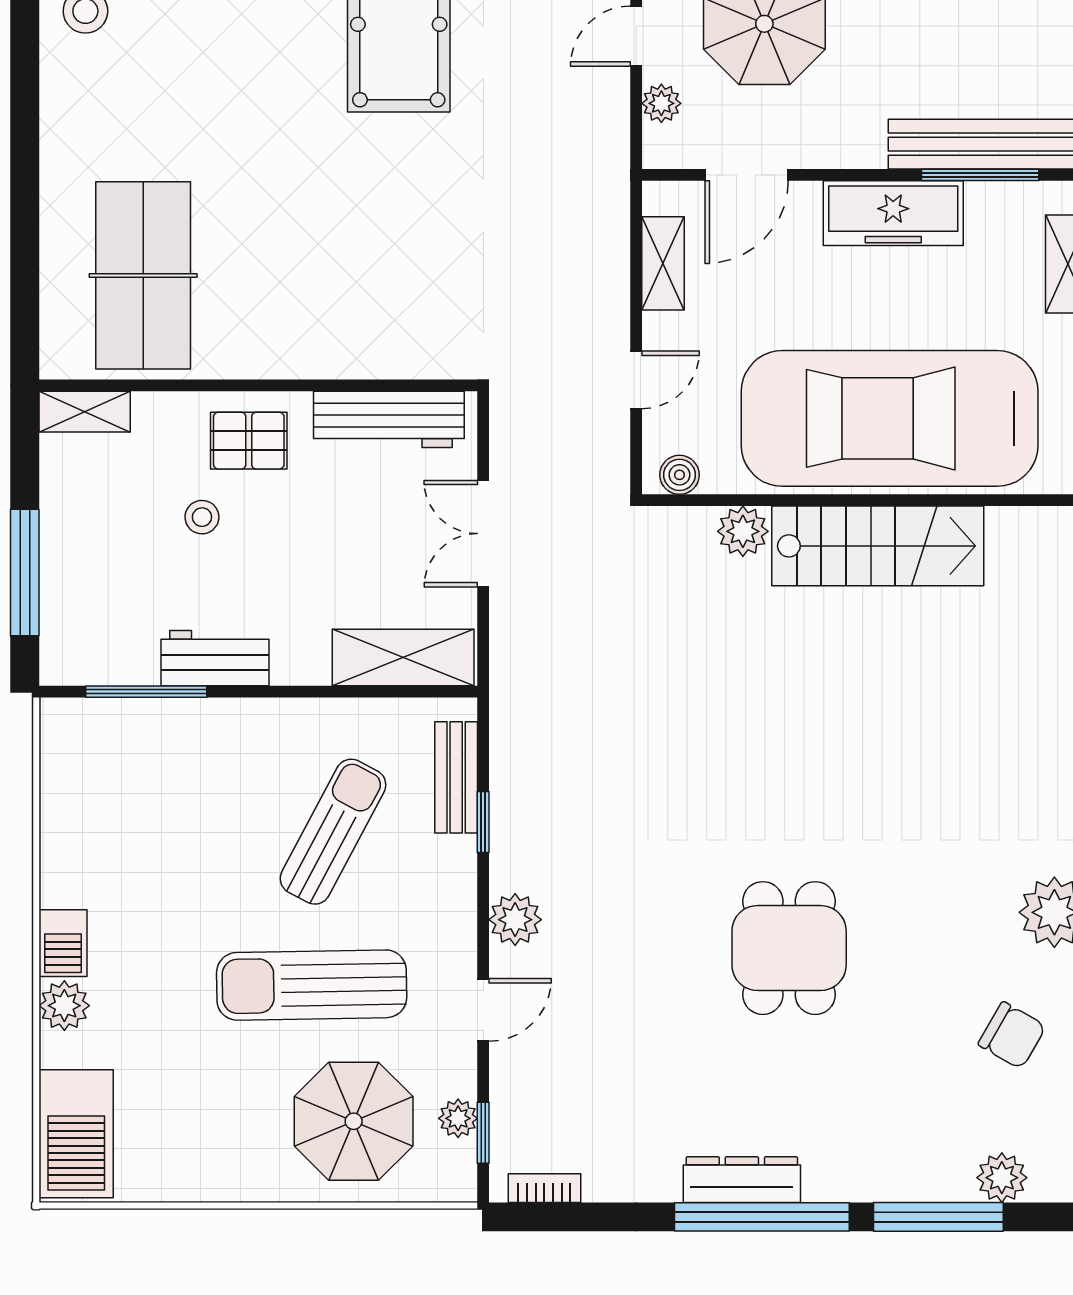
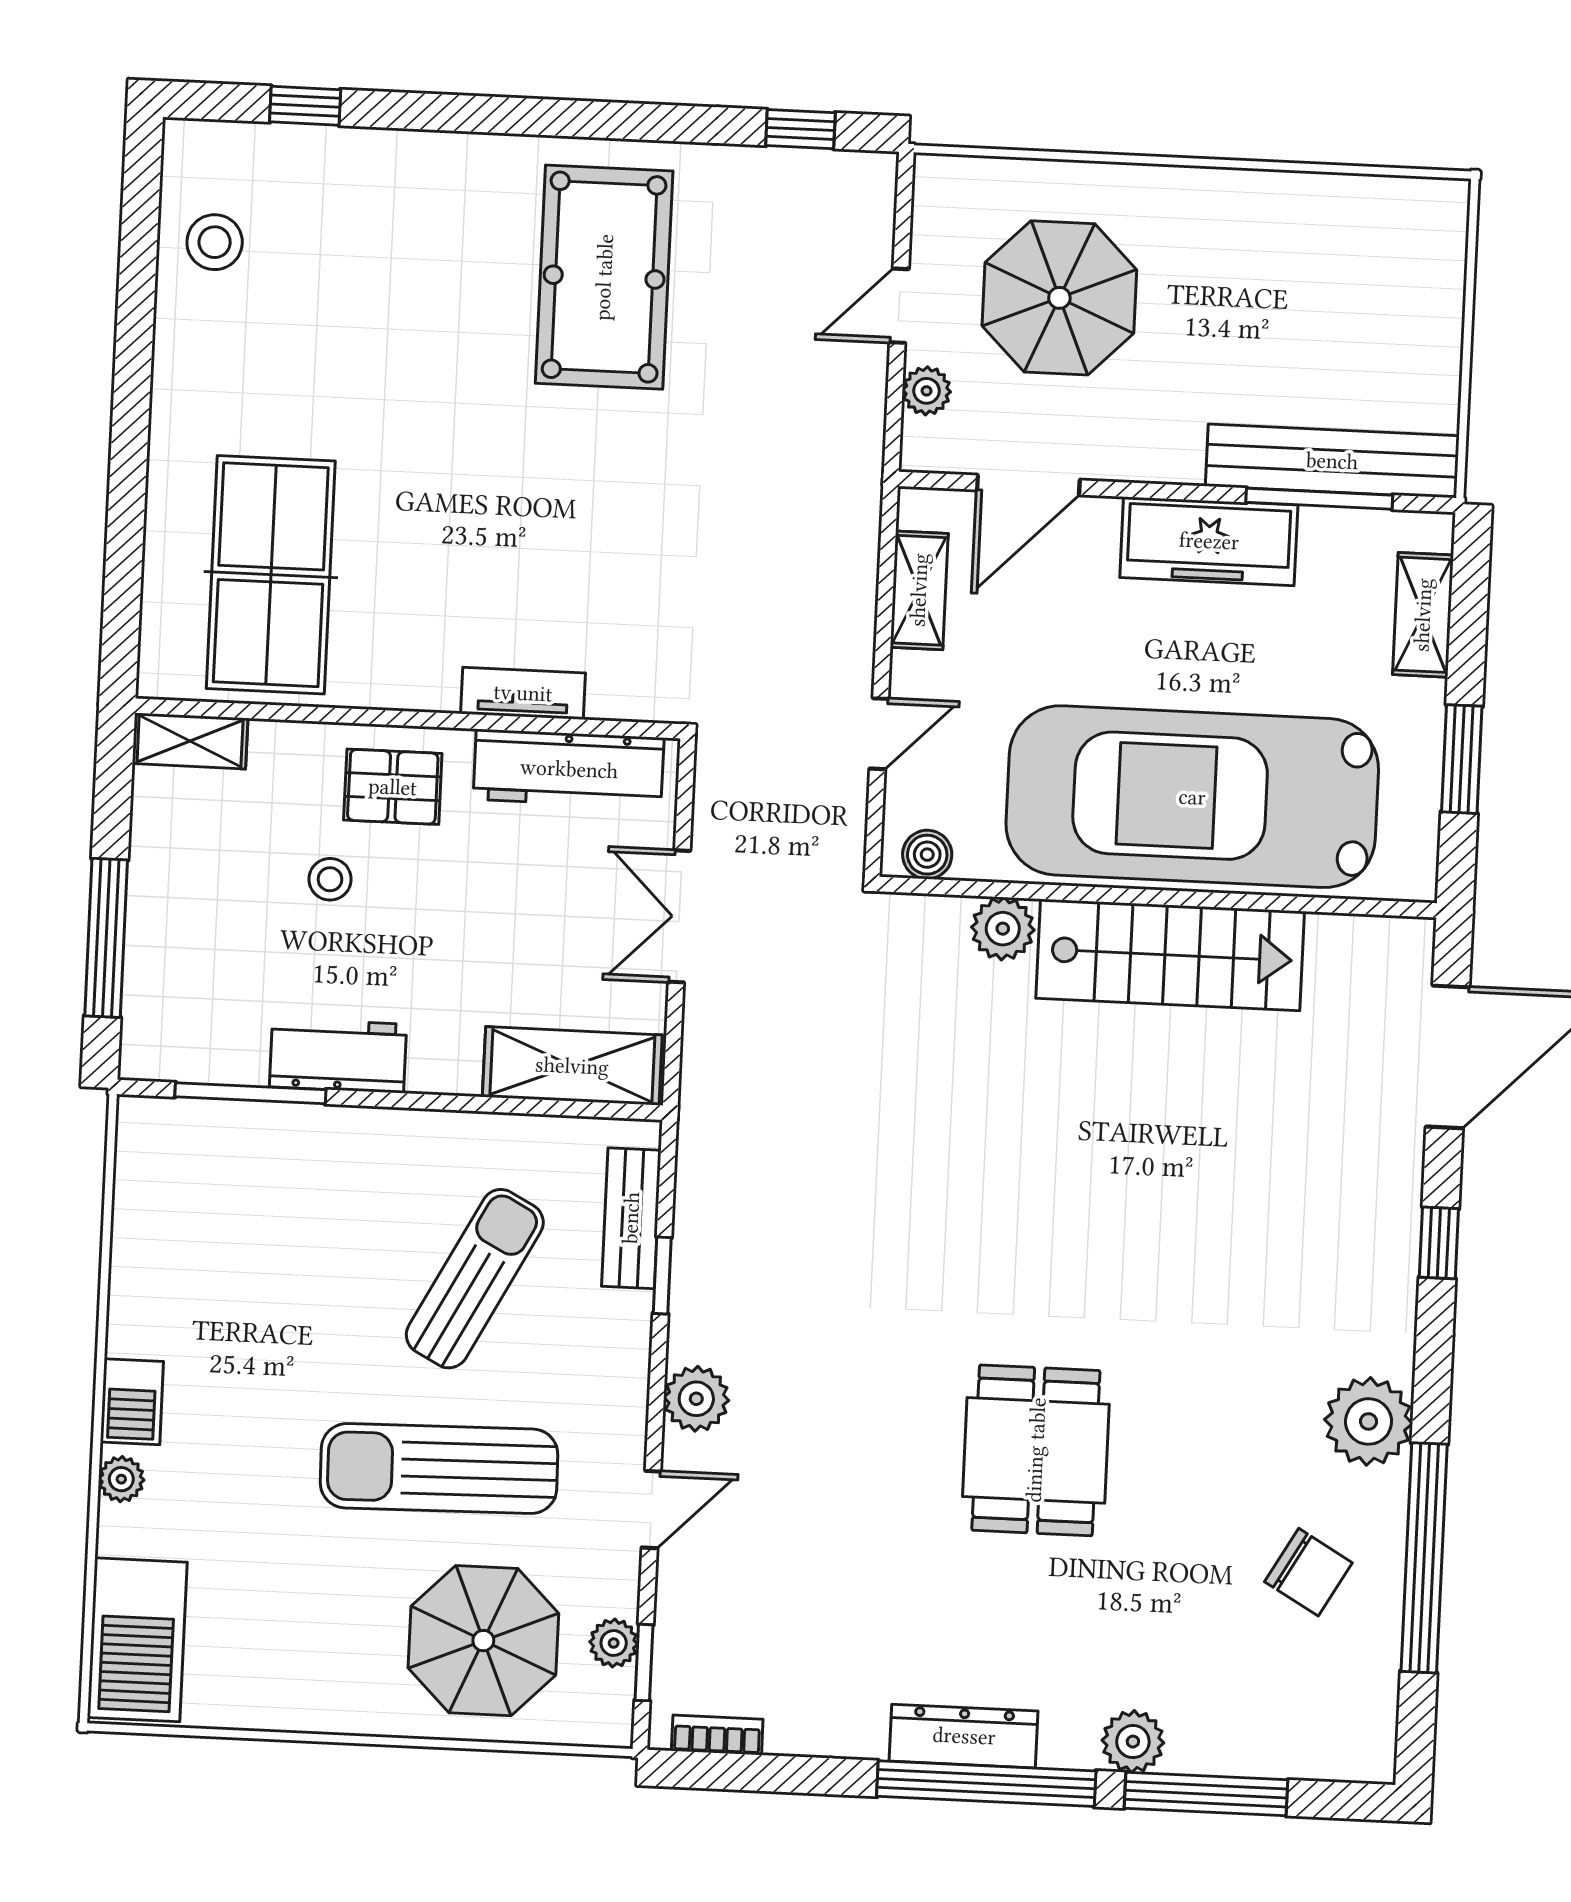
tv unit: (350, 361) -> (523, 693), added
plant: (64, 1006) -> (121, 1479), width x0.73, depth x0.73
plant: (1002, 1178) -> (1133, 1742), moved

